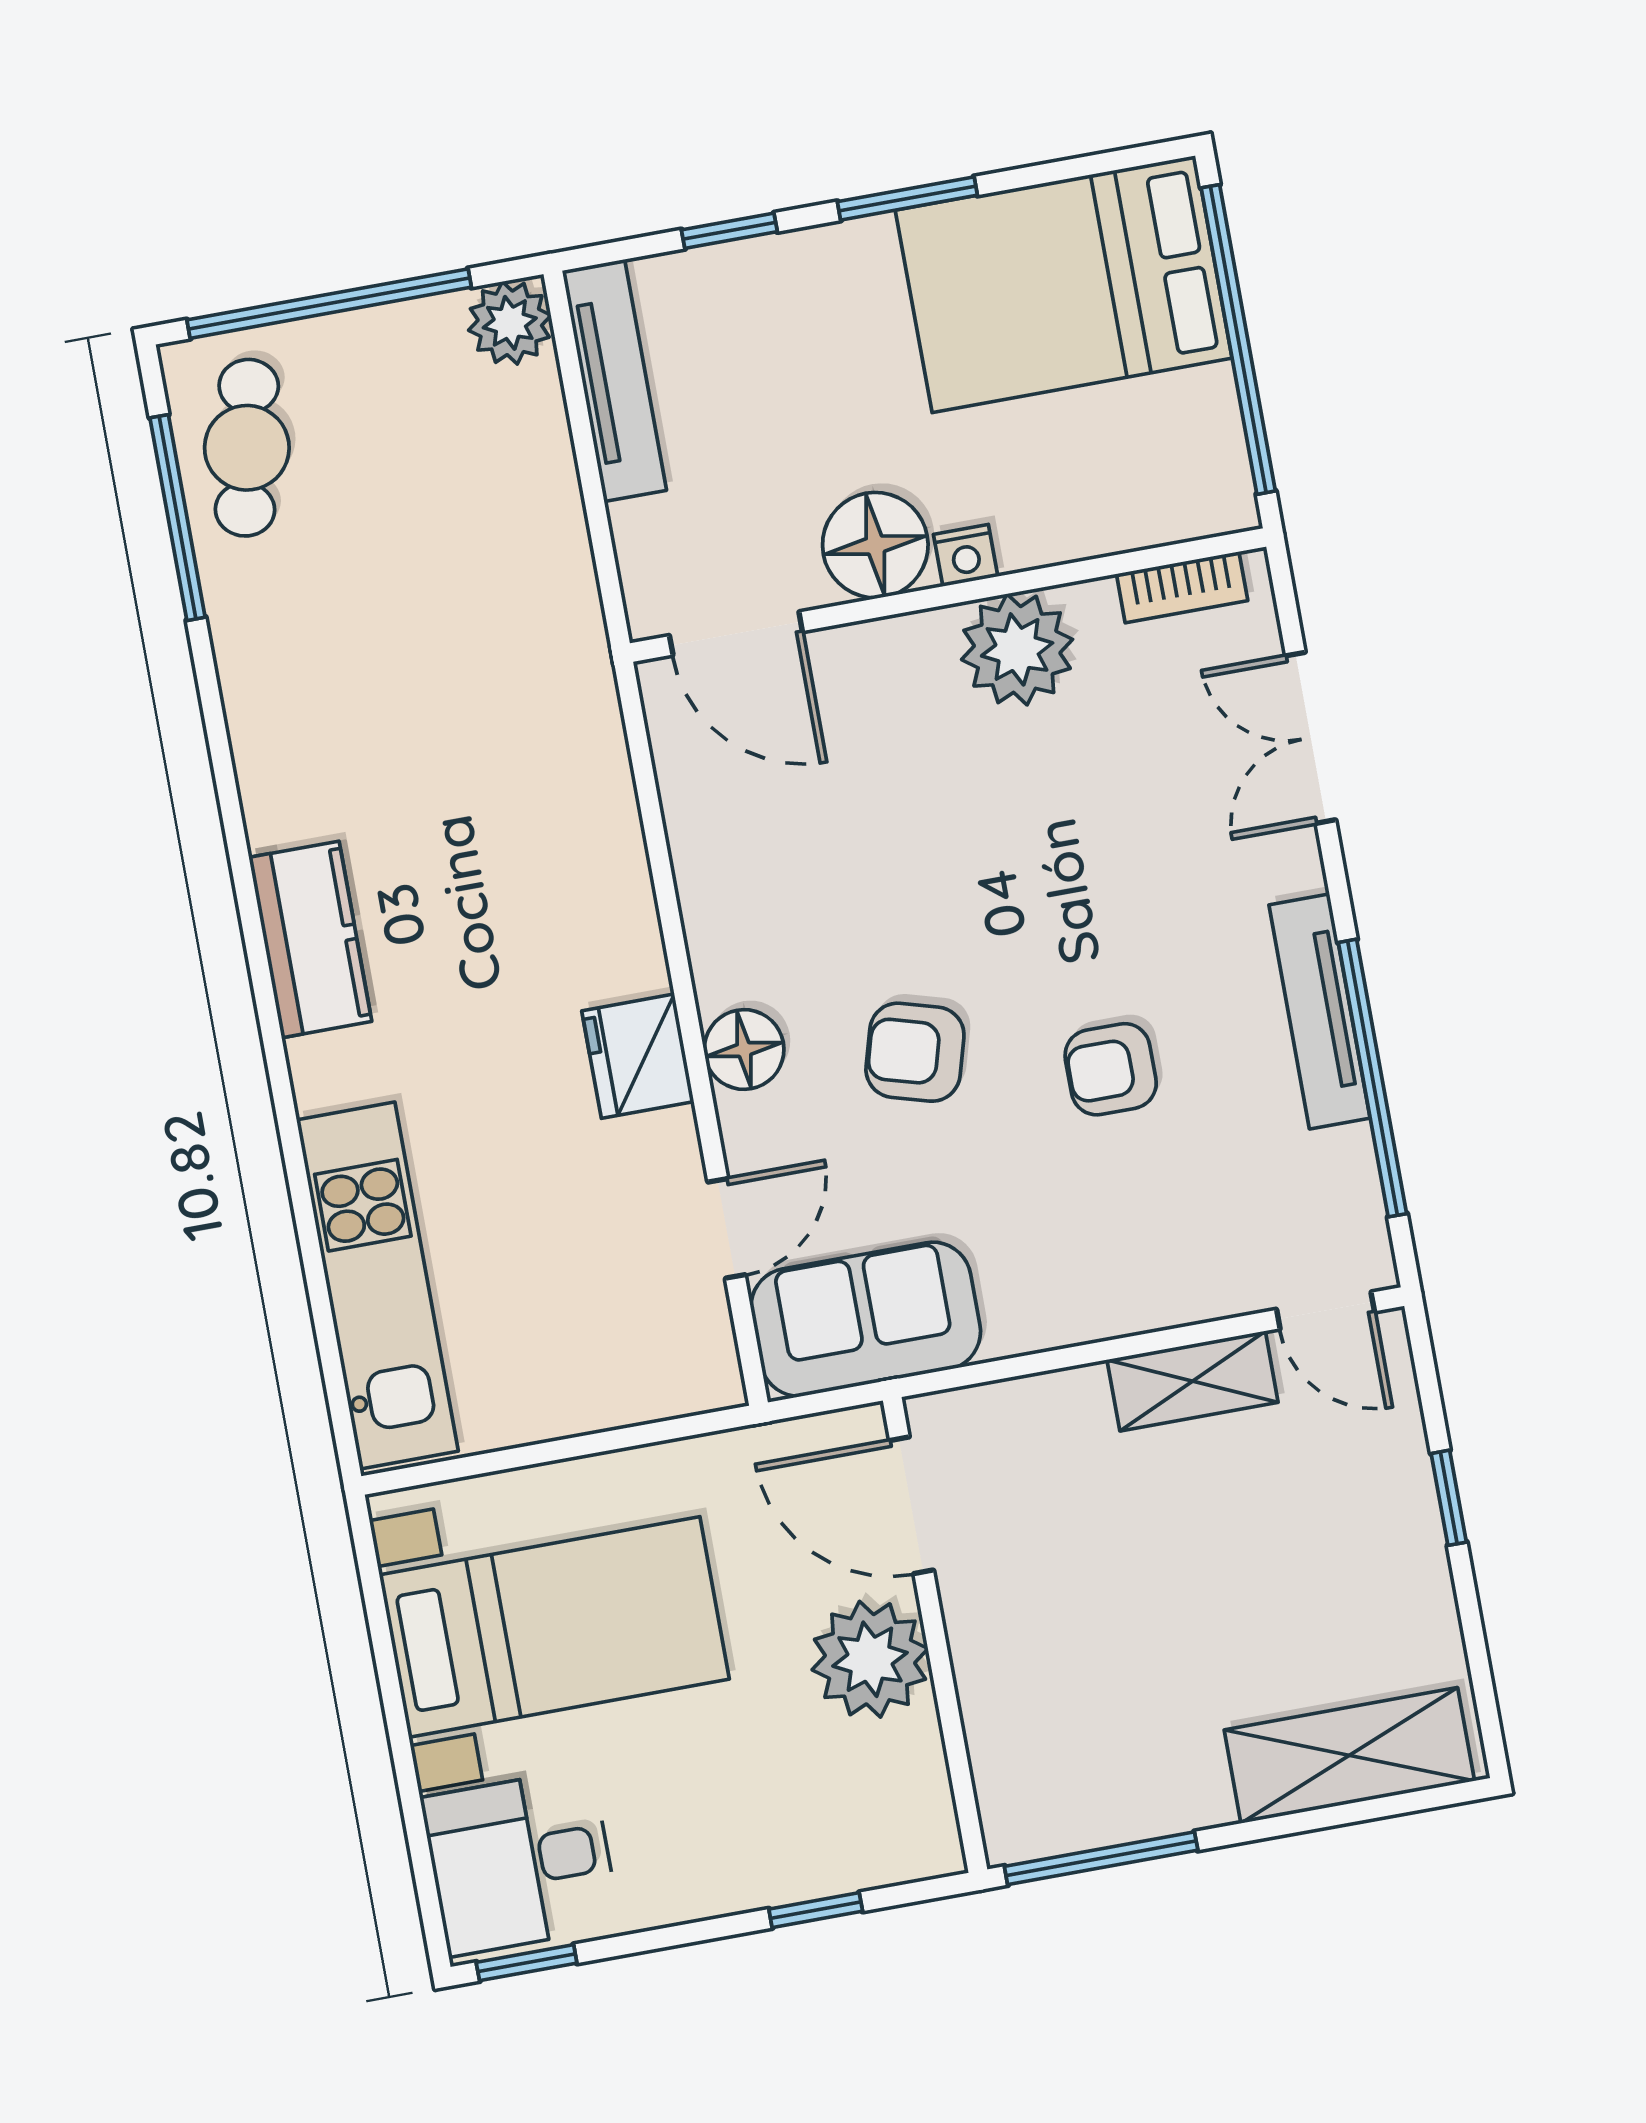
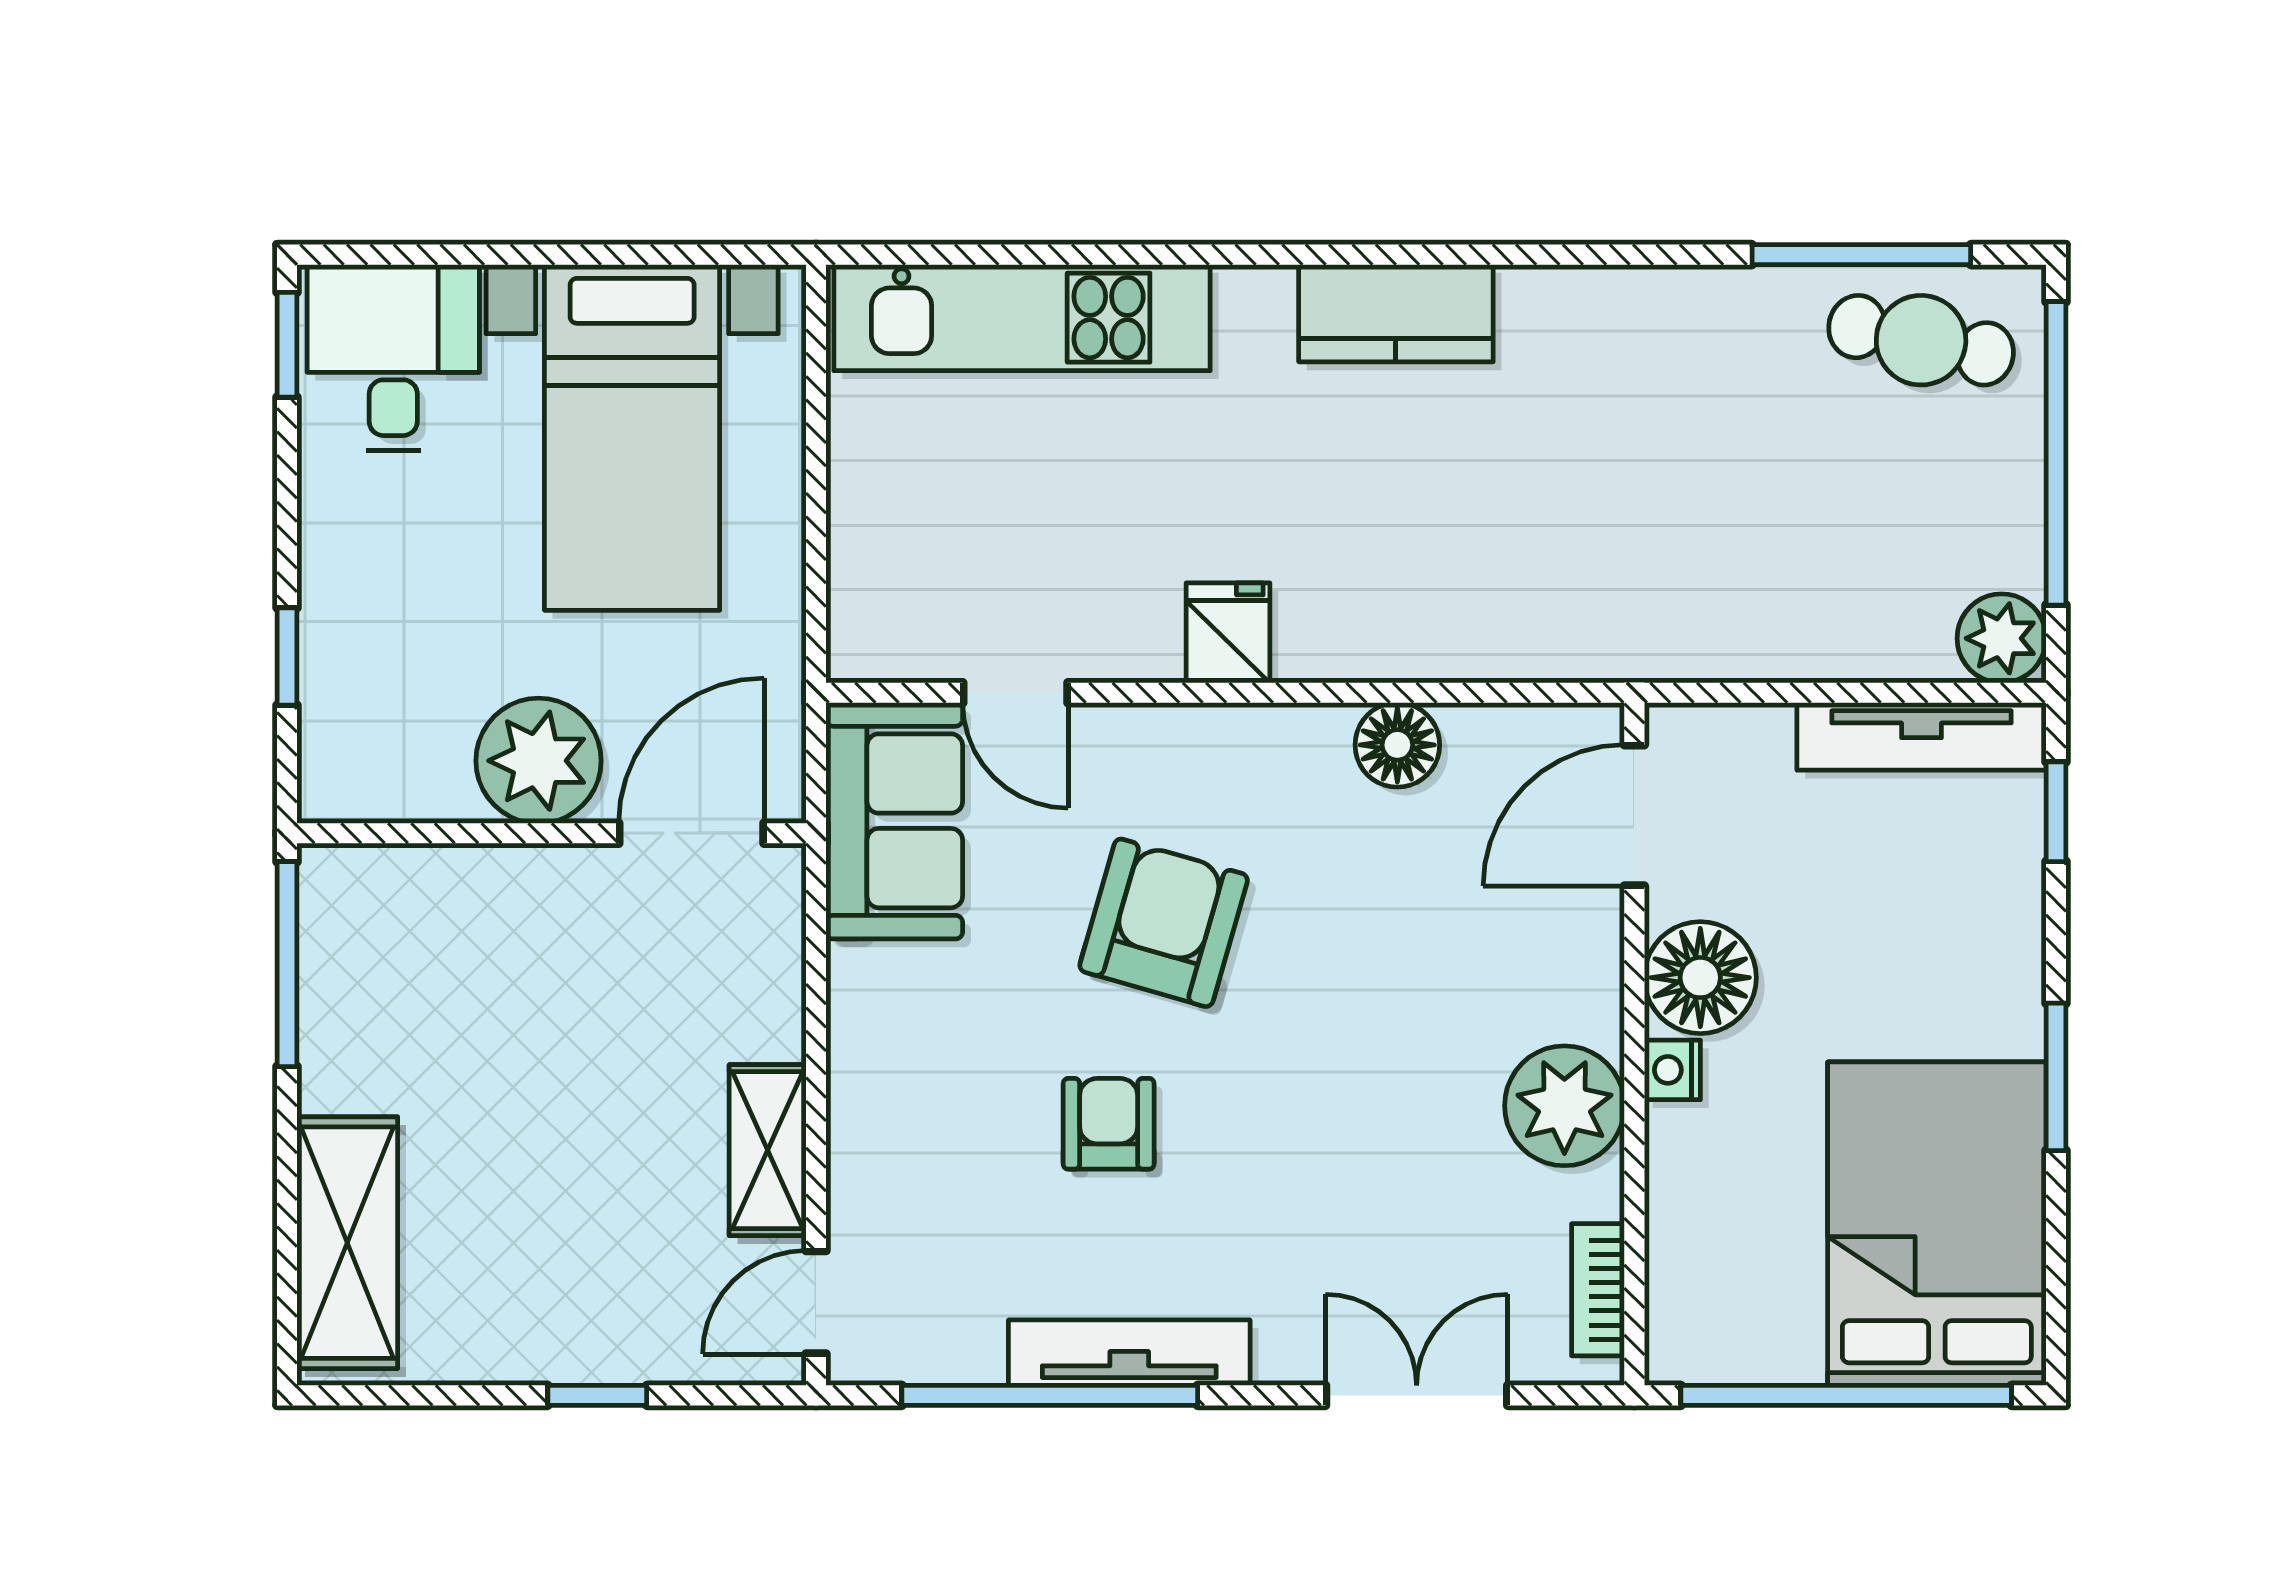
window: (729, 231) -> (2056, 812), moved
floor lamp: (744, 1050) -> (1397, 745), moved
armchair: (915, 1052) -> (1164, 923), width x1.38, depth x1.38
fridge: (638, 1056) -> (1228, 633), width x0.72

